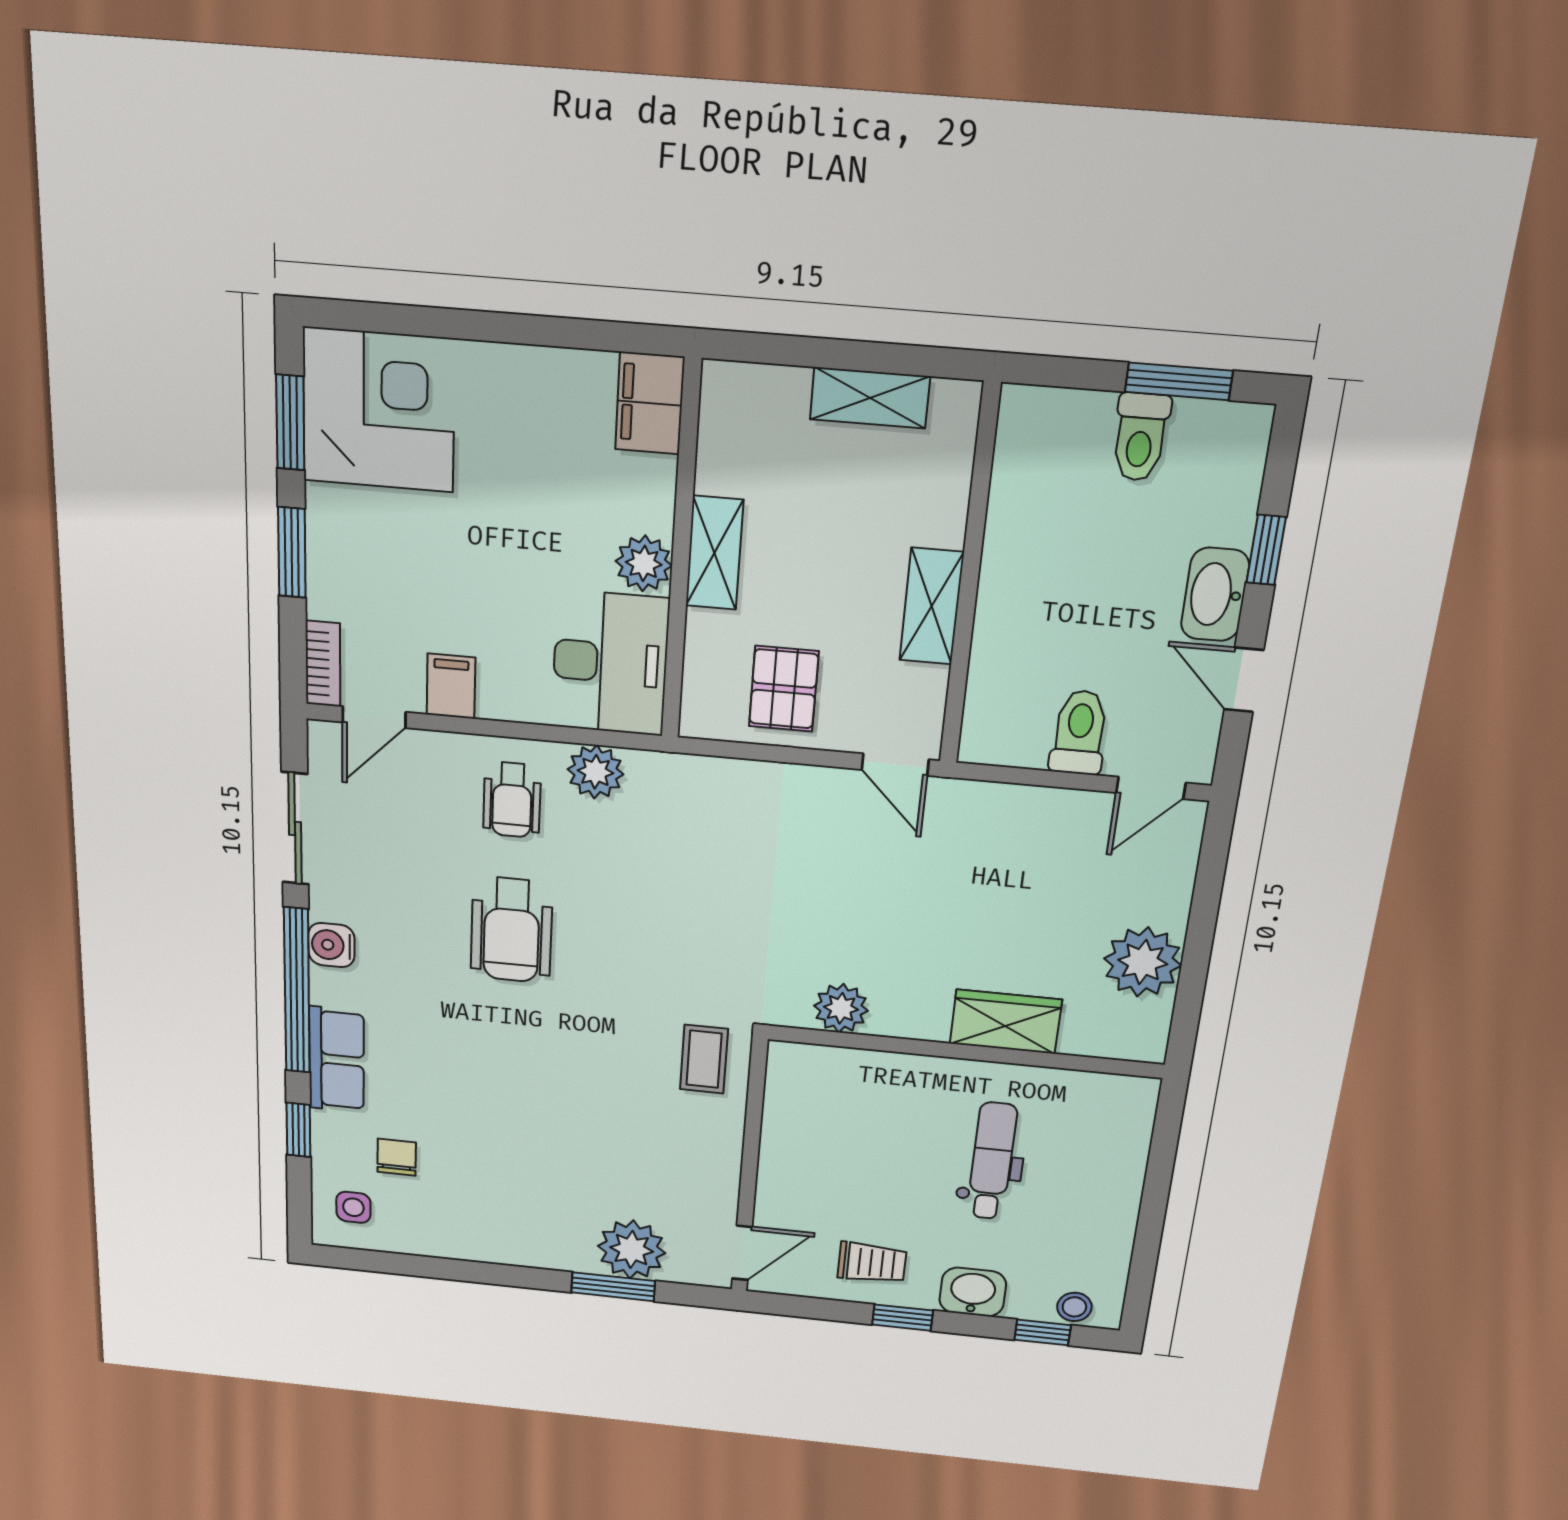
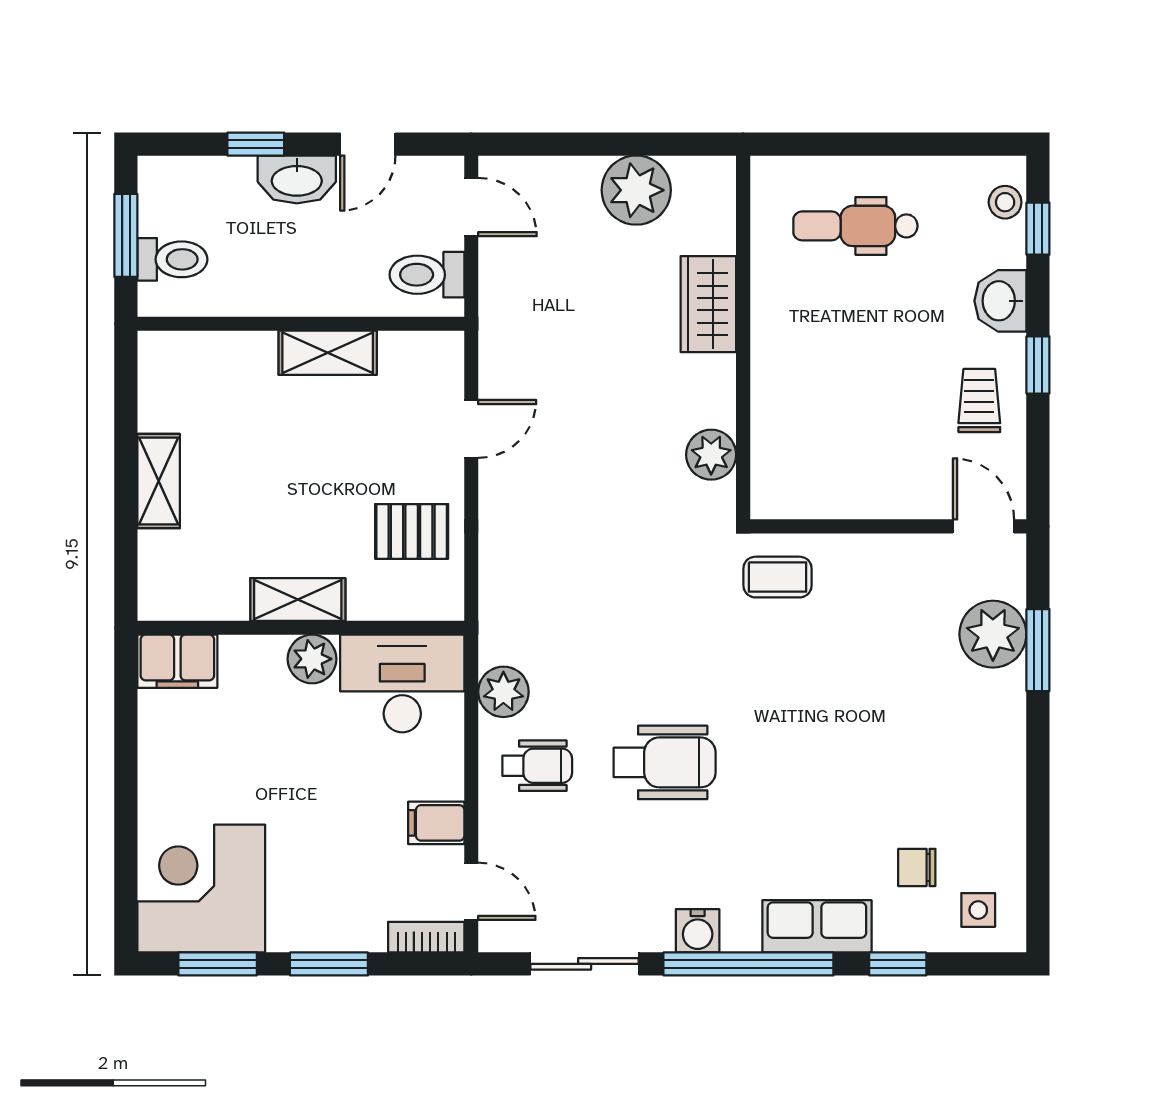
wall: (969, 578) -> (301, 324), moved
shelving: (932, 606) -> (328, 353), moved
dental chair: (992, 1161) -> (855, 226), moved

